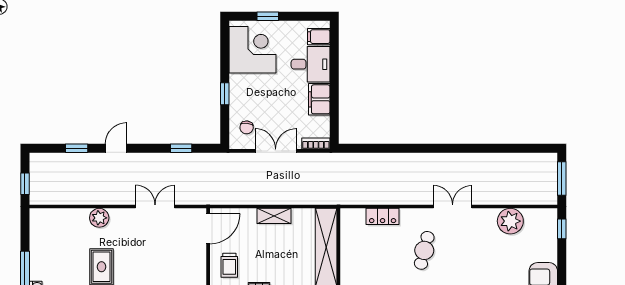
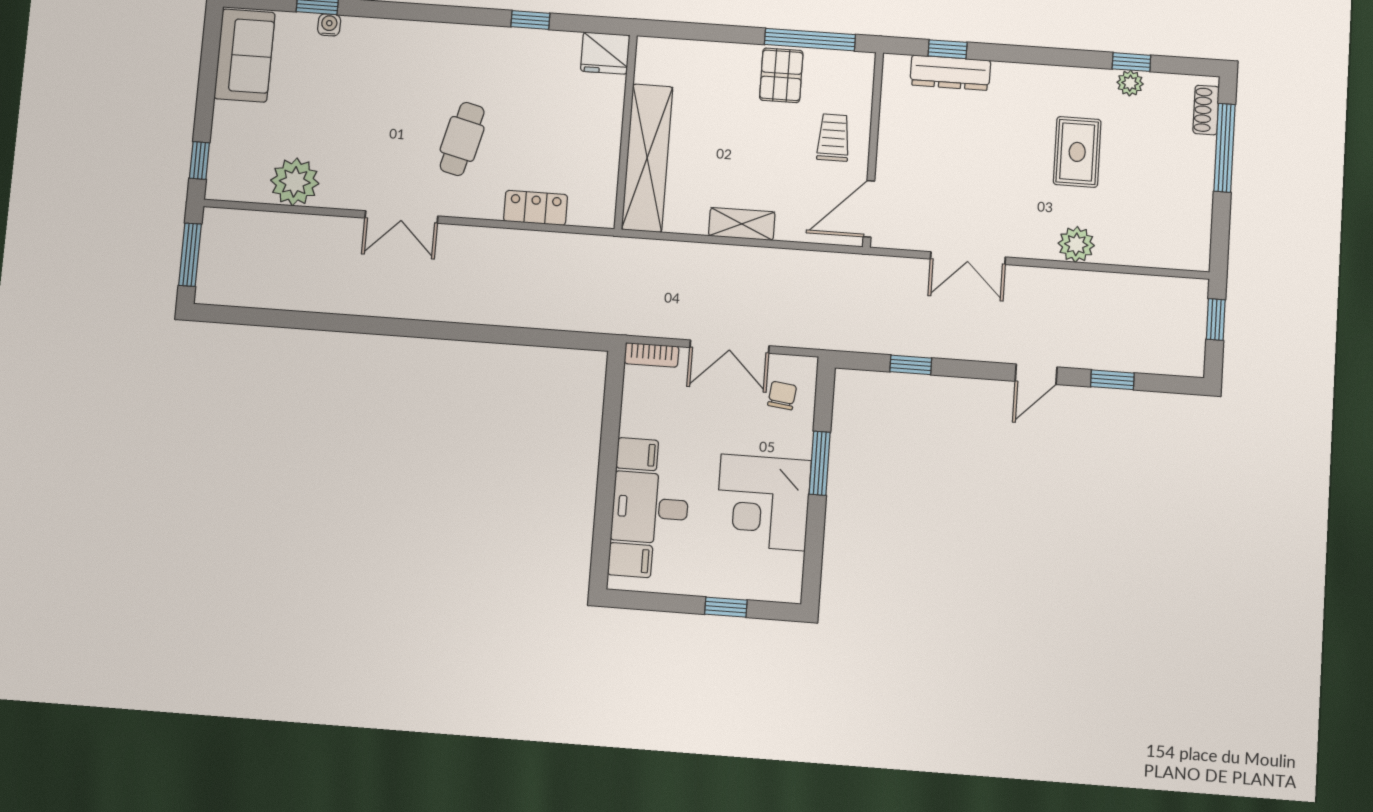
corner desk: (252, 50) -> (763, 502), moved
window: (225, 94) -> (820, 463), width x1.50
filing cabinet: (319, 99) -> (637, 454), width x0.50

